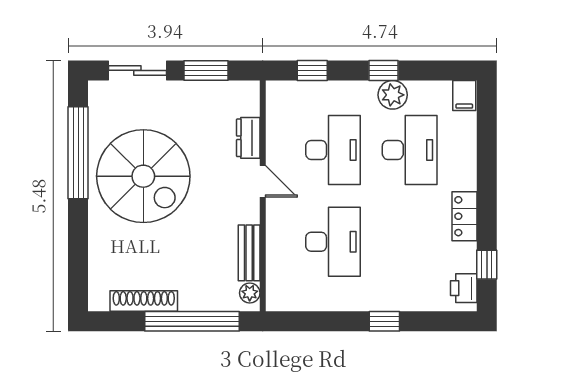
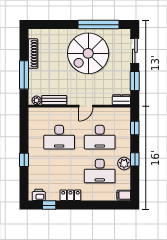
dresser: (248, 138) -> (121, 100), moved
window: (192, 321) -> (24, 75), width x0.68

